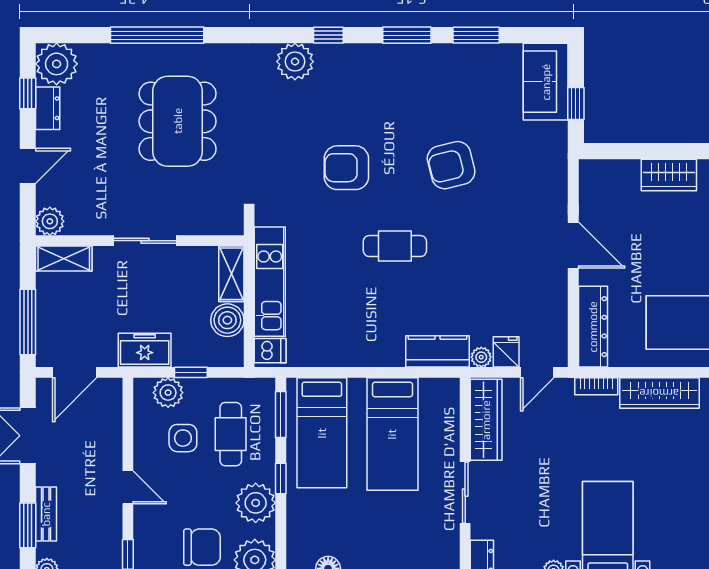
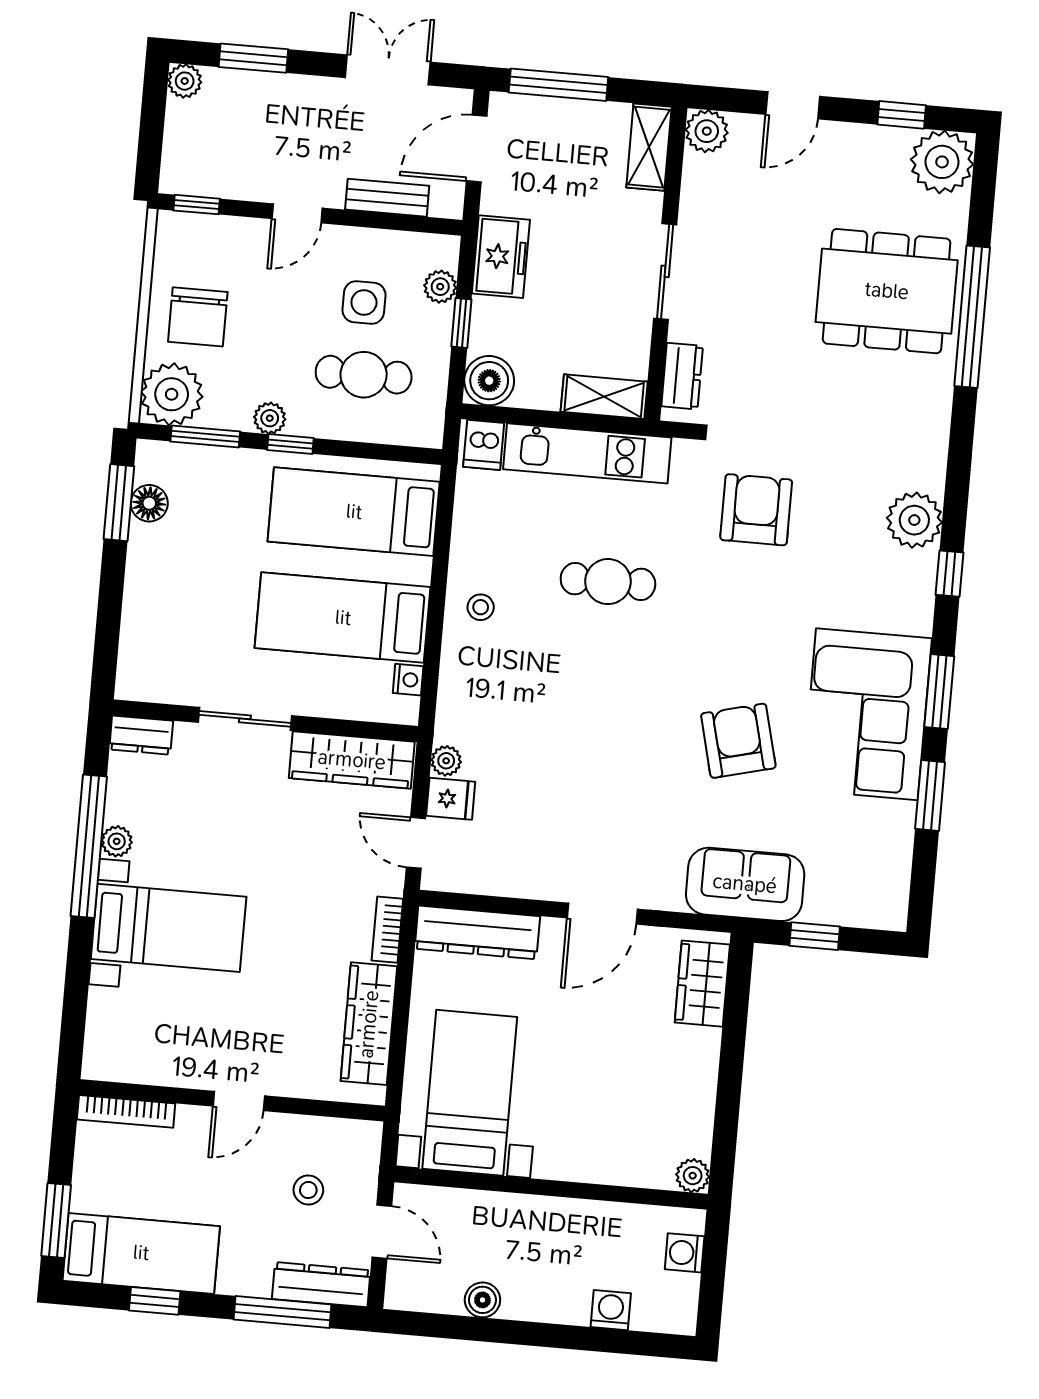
corner sofa: (426, 82) -> (867, 714), added
sofa: (546, 82) -> (745, 884), moved
dresser: (48, 108) -> (682, 376), moved, turned -90
dining table: (178, 121) -> (887, 291), moved
door: (28, 166) -> (793, 105), hinge flipped
armchair: (346, 168) -> (756, 510), moved
wardrobe: (669, 175) -> (702, 984), moved
cafe table: (395, 246) -> (608, 582), moved, turned 90
boiler: (227, 320) -> (489, 381), moved
stool: (378, 343) -> (481, 607), added
kitchen counter: (438, 351) -> (461, 696), removed
door: (75, 372) -> (477, 149), hinge flipped
nightstand: (430, 387) -> (408, 680), added
plant: (168, 393) -> (440, 287), width x0.73, depth x0.73
window: (281, 414) -> (205, 437), moved
plant: (256, 503) -> (270, 418), width x0.53, depth x0.53
bench: (46, 514) -> (387, 198), moved

